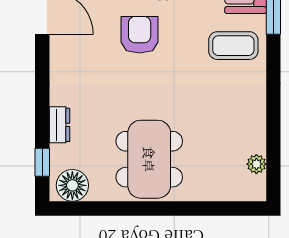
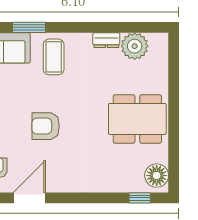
dresser: (59, 125) -> (106, 40), moved, turned 180
plant: (256, 164) -> (135, 46), width x1.88, depth x1.88

